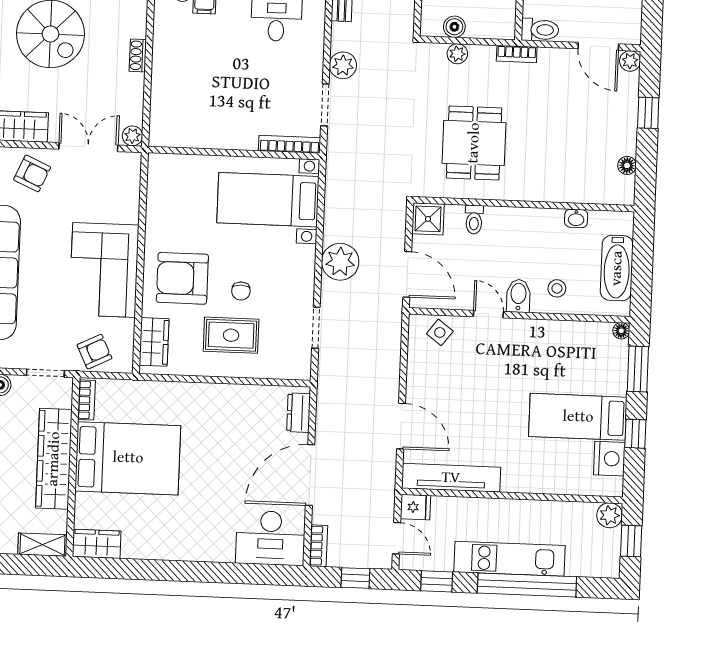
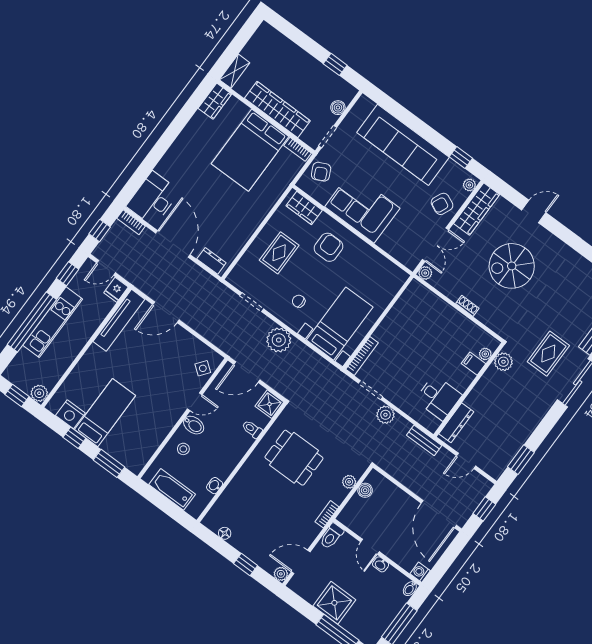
armchair: (182, 278) -> (329, 247), width x0.73, depth x0.73
chair: (241, 291) -> (299, 301), moved
floor lamp: (621, 331) -> (136, 468), removed

